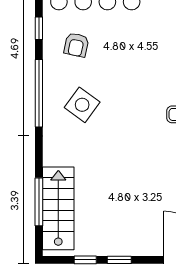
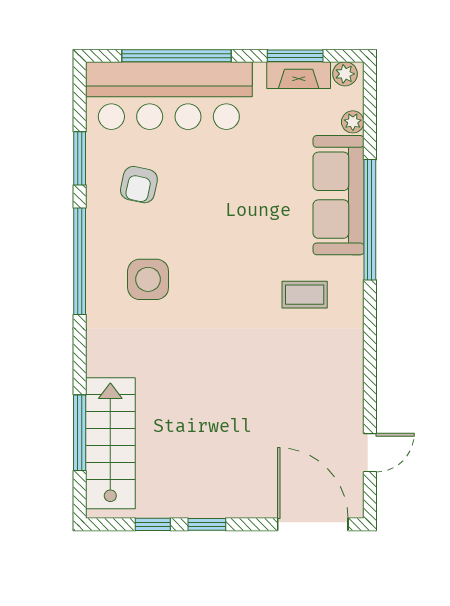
window: (39, 28) -> (80, 158), width x1.50
side table: (82, 105) -> (148, 279), turned -36

